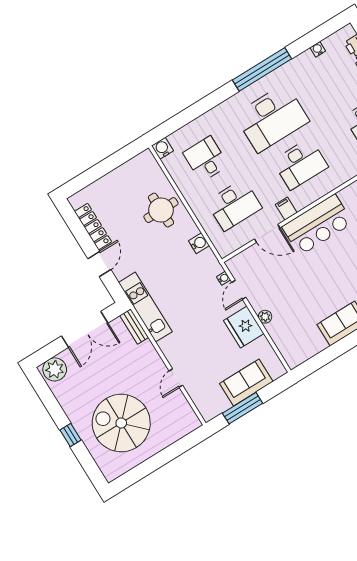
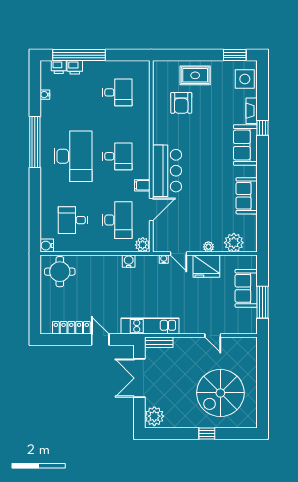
desk: (300, 164) -> (117, 156), width x0.73
round table: (161, 210) -> (60, 272), moved
plant: (225, 247) -> (143, 245), added
double door: (85, 329) -> (139, 378), swing flipped
plant: (286, 340) -> (234, 243), added

